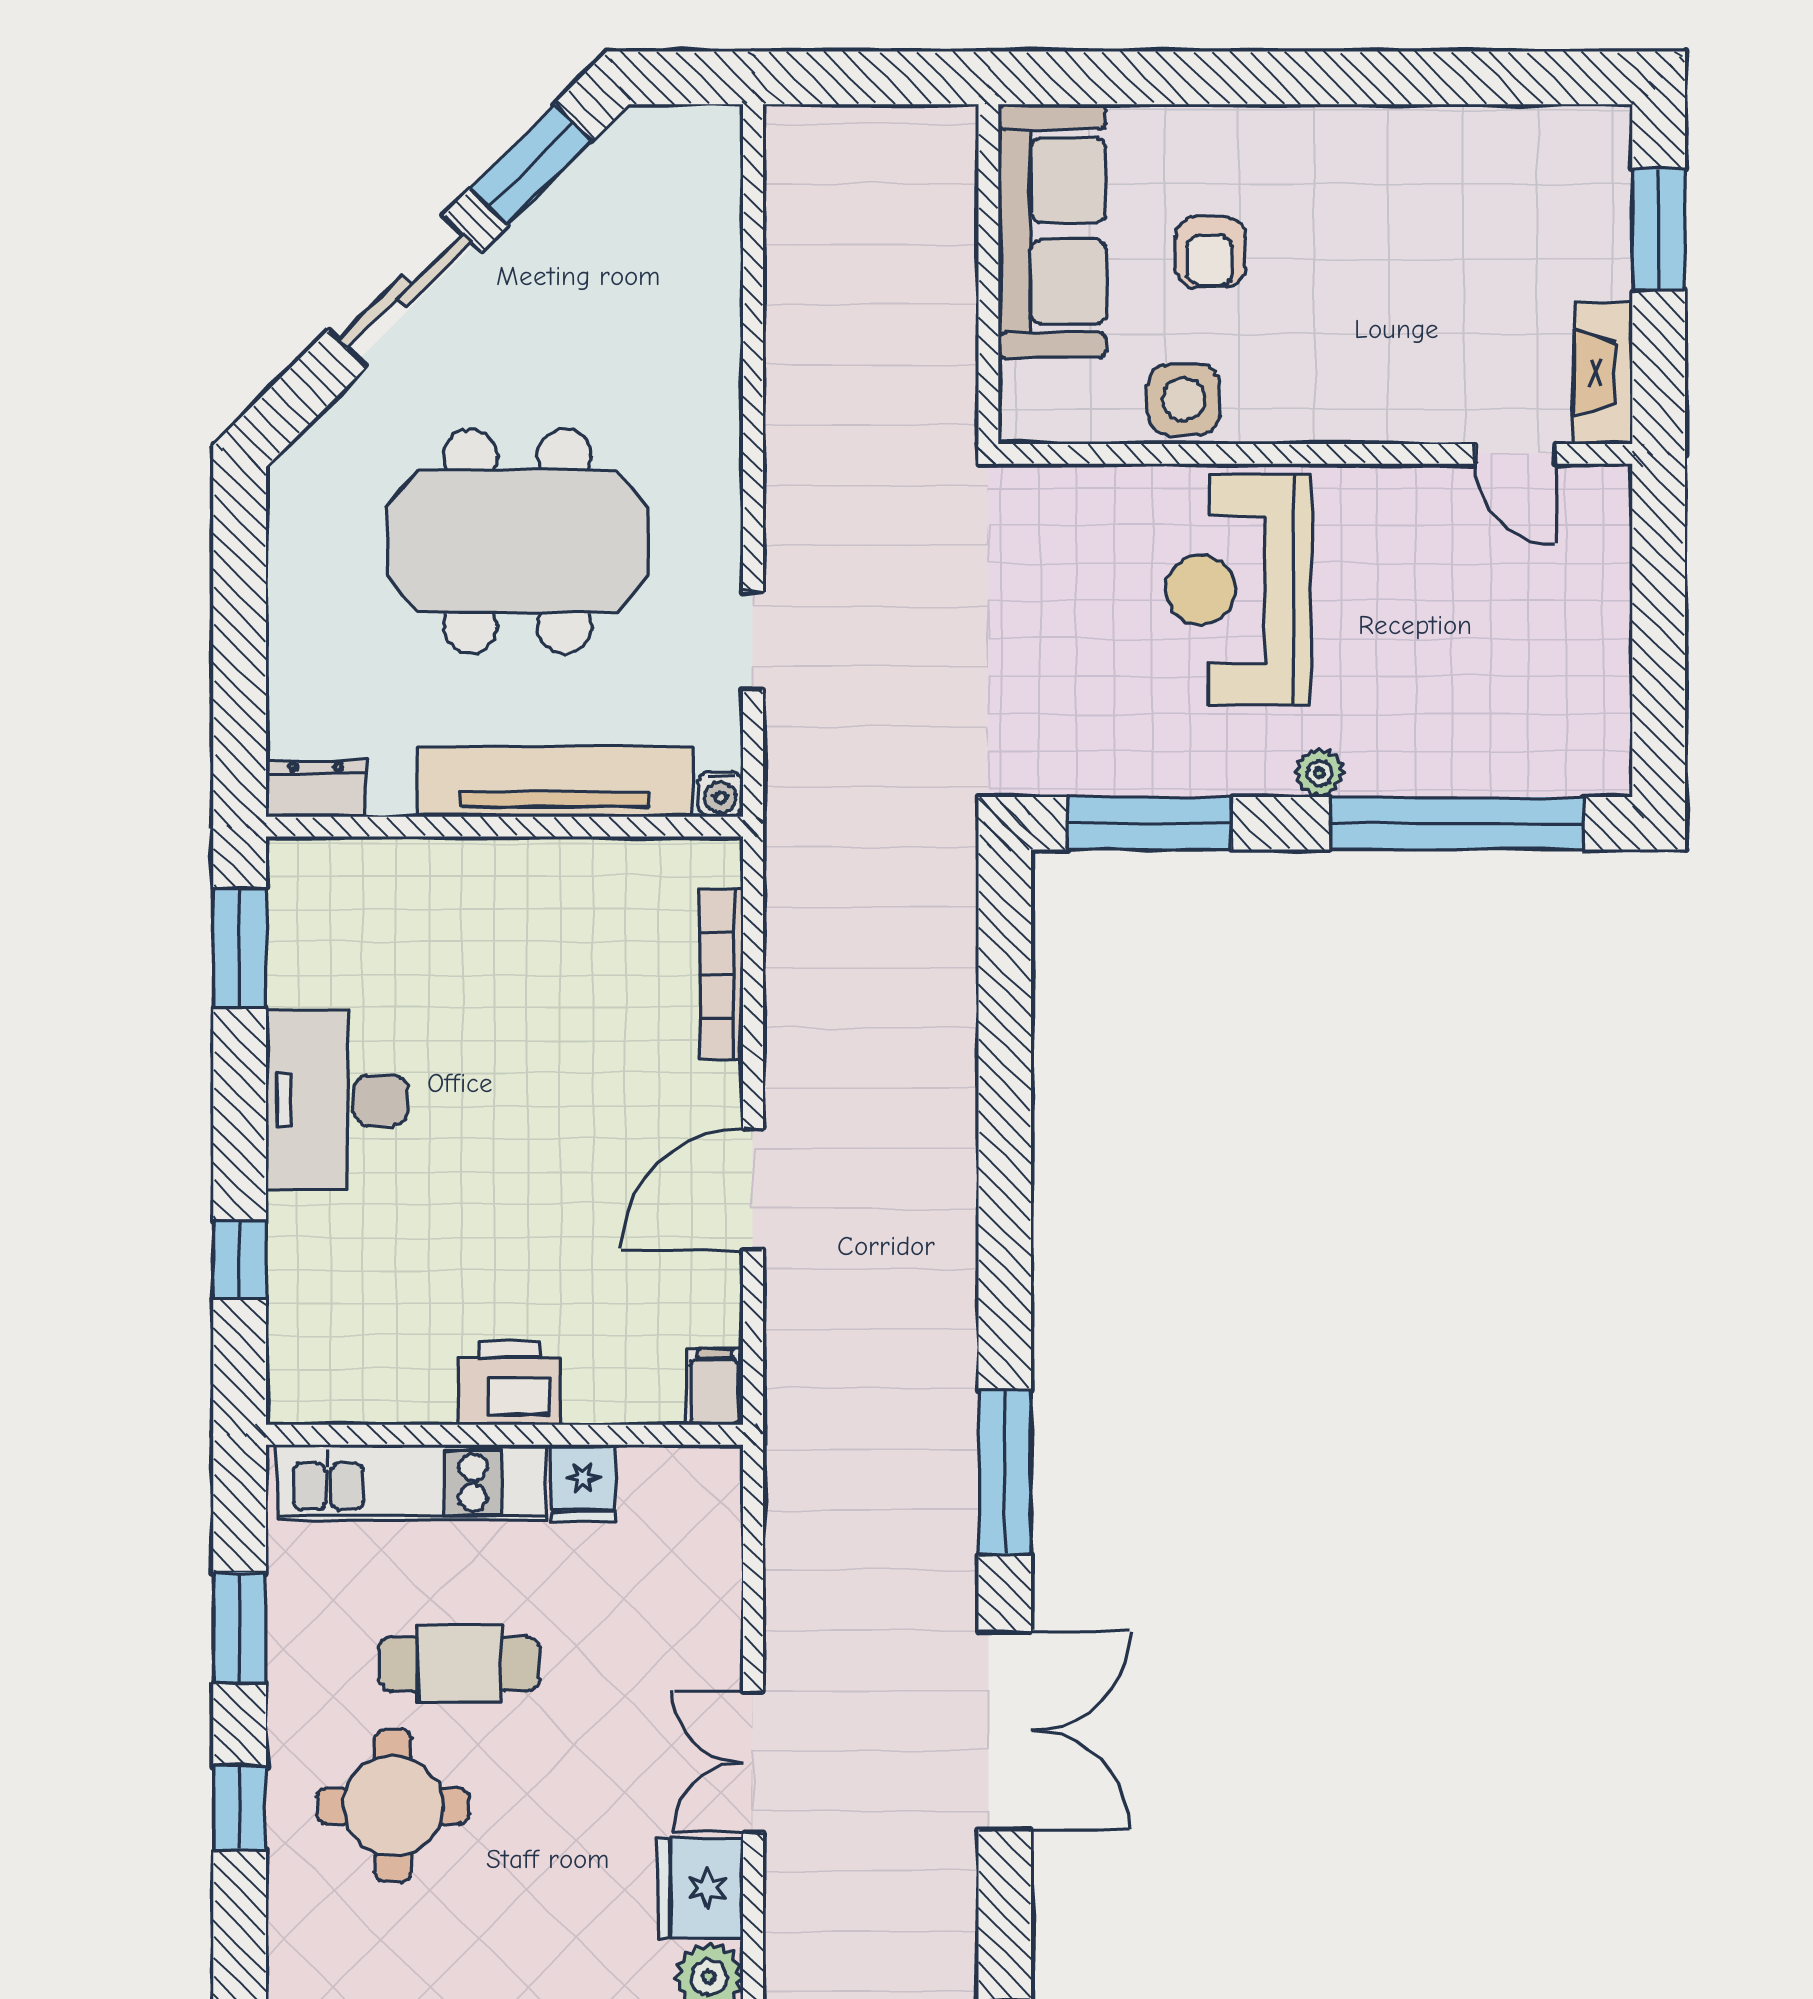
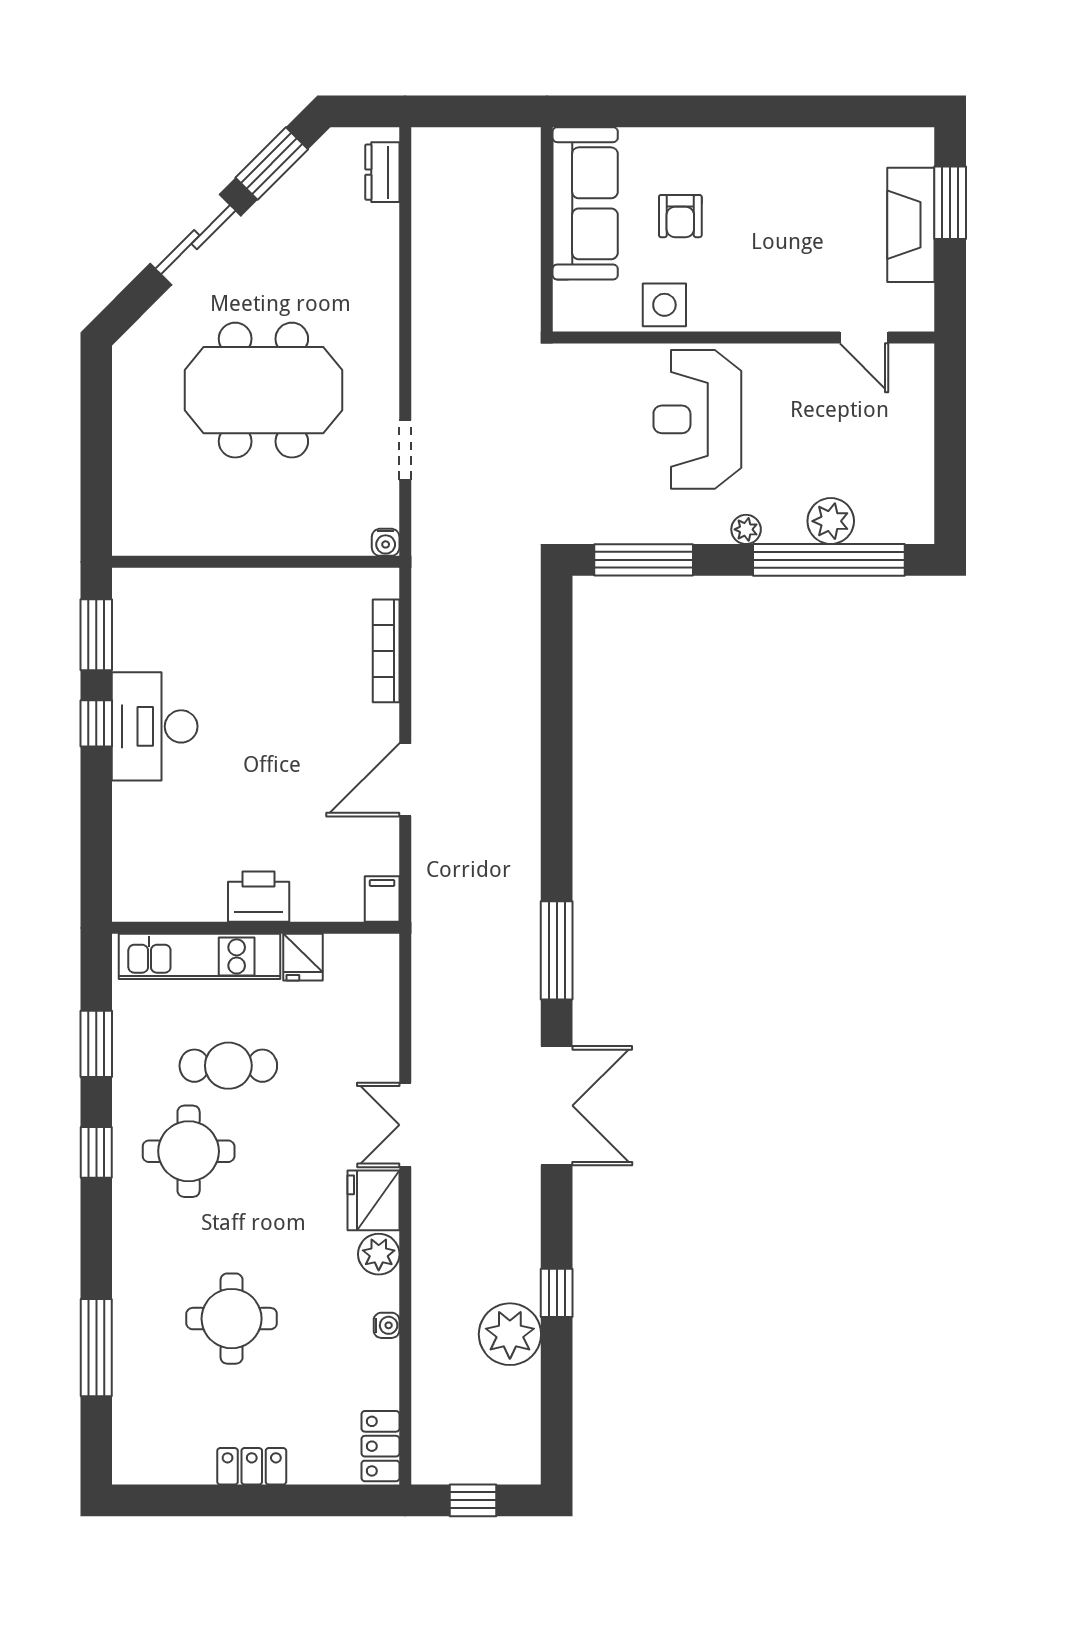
fireplace: (1603, 373) -> (911, 225), moved, width x1.37, depth x1.32
plant: (1460, 759) -> (831, 521), added
tv unit: (555, 782) -> (286, 535), removed
dresser: (316, 789) -> (382, 172), moved, turned -90
window: (240, 1260) -> (96, 723), moved

